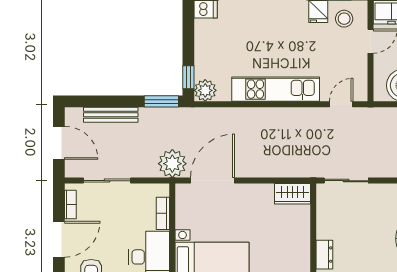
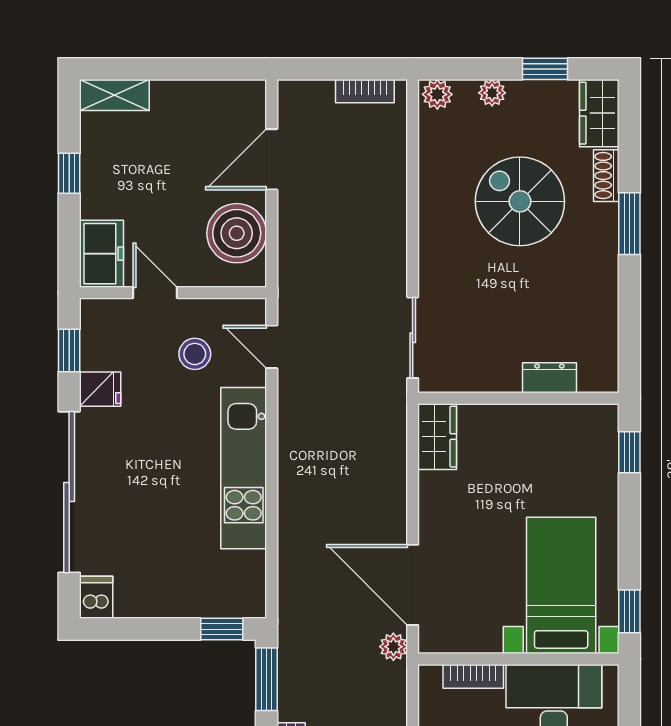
stool: (344, 19) -> (195, 354), moved
plant: (205, 90) -> (246, 598), removed
plant: (172, 164) -> (393, 647), width x0.53, depth x0.53

